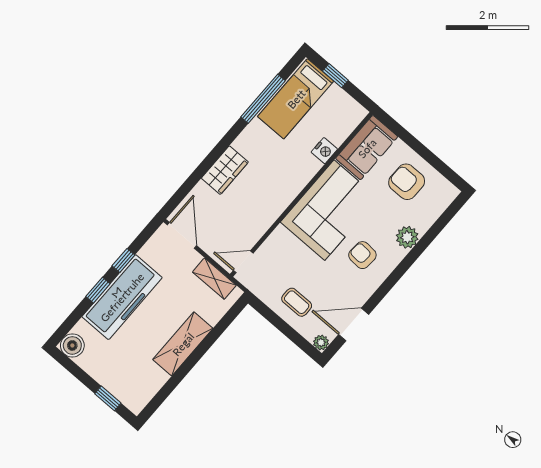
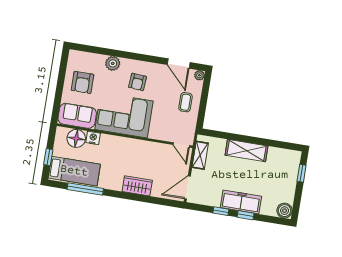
floor lamp: (337, 128) -> (76, 138), added
freezer: (122, 297) -> (241, 202), width x0.73, depth x0.79

